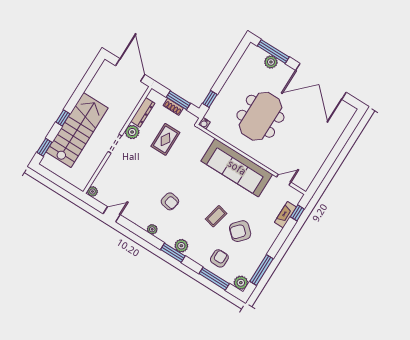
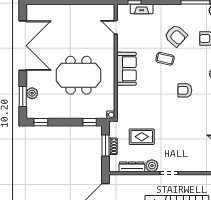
window: (273, 51) -> (23, 96), width x0.69
window: (239, 53) -> (41, 122), added
sofa: (237, 168) -> (126, 69), width x0.54, depth x0.79
armchair: (170, 201) -> (185, 90), moved, turned -101
coffee table: (216, 216) -> (165, 59), moved

